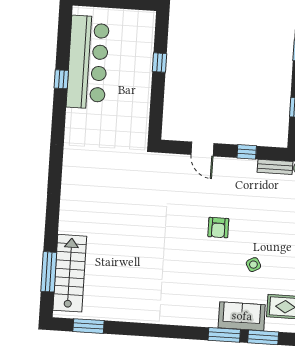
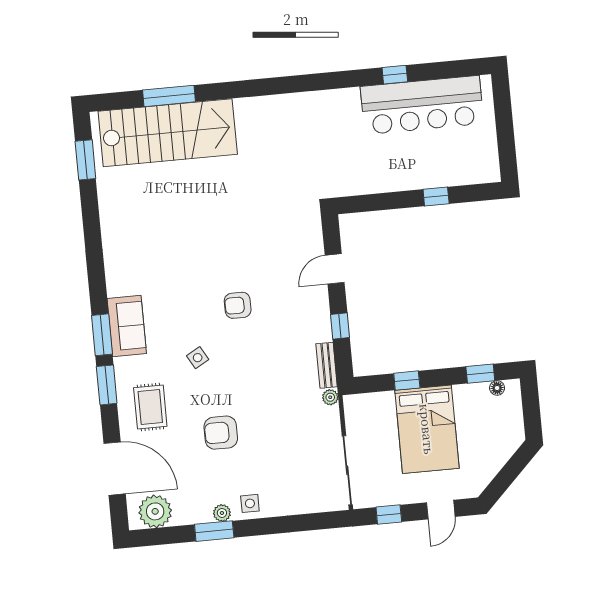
window: (49, 272) -> (169, 96), moved
stairs: (70, 273) -> (168, 133), width x1.36, depth x1.51
sofa: (242, 316) -> (127, 326), moved

